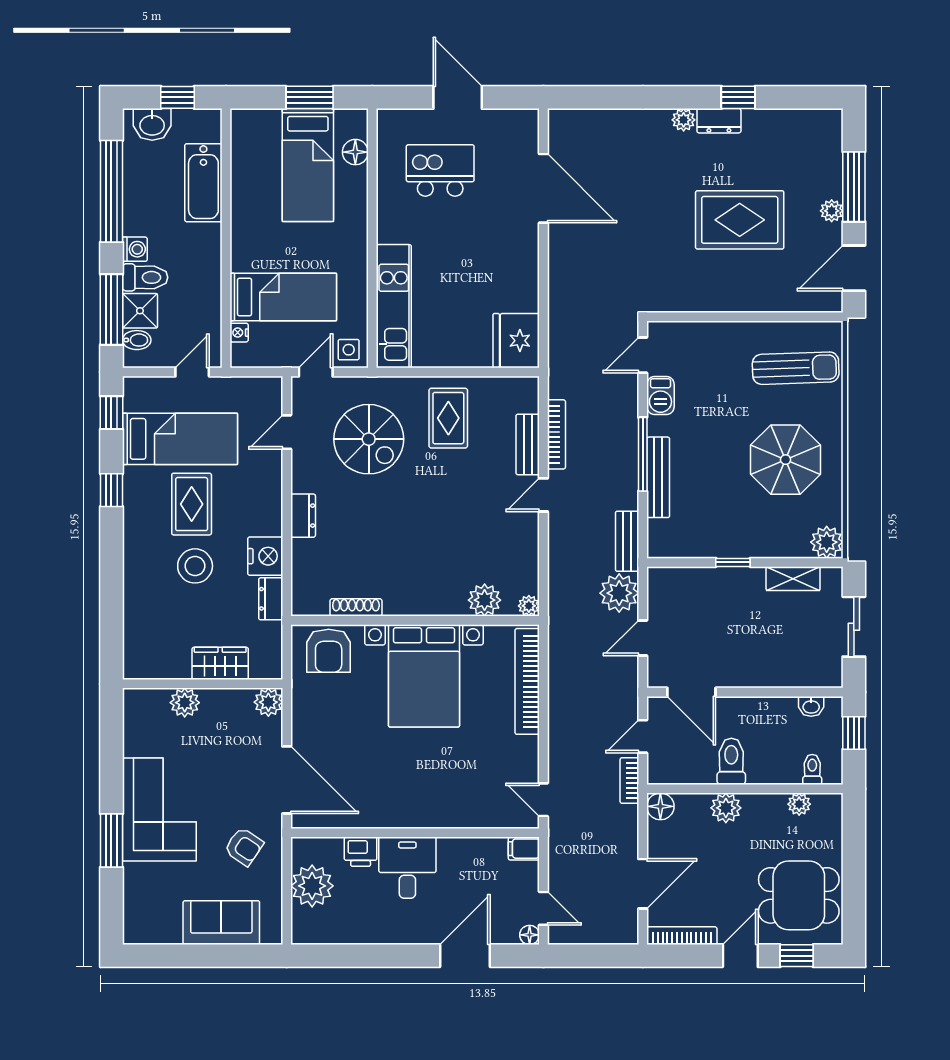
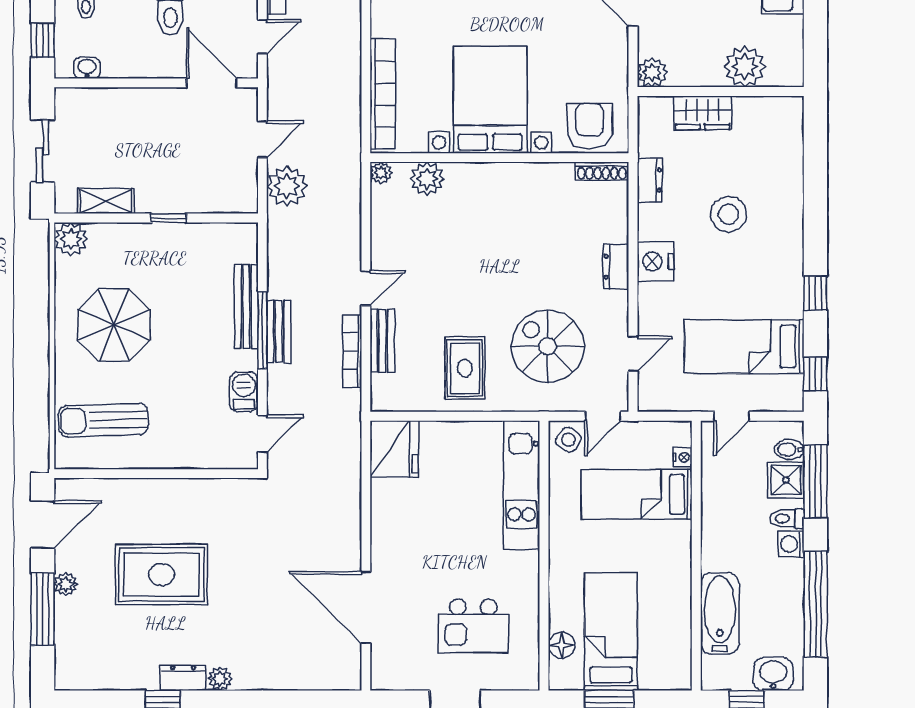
toilet: (145, 277) -> (787, 519), width x0.73, depth x0.72
side table: (349, 350) -> (569, 439), turned 36
rug: (192, 504) -> (732, 279), removed
bench: (627, 541) -> (279, 332), moved
nightstand: (265, 556) -> (655, 261), moved
shoe rack: (356, 607) -> (602, 171), moved
plant: (185, 703) -> (745, 67), width x1.36, depth x1.36

